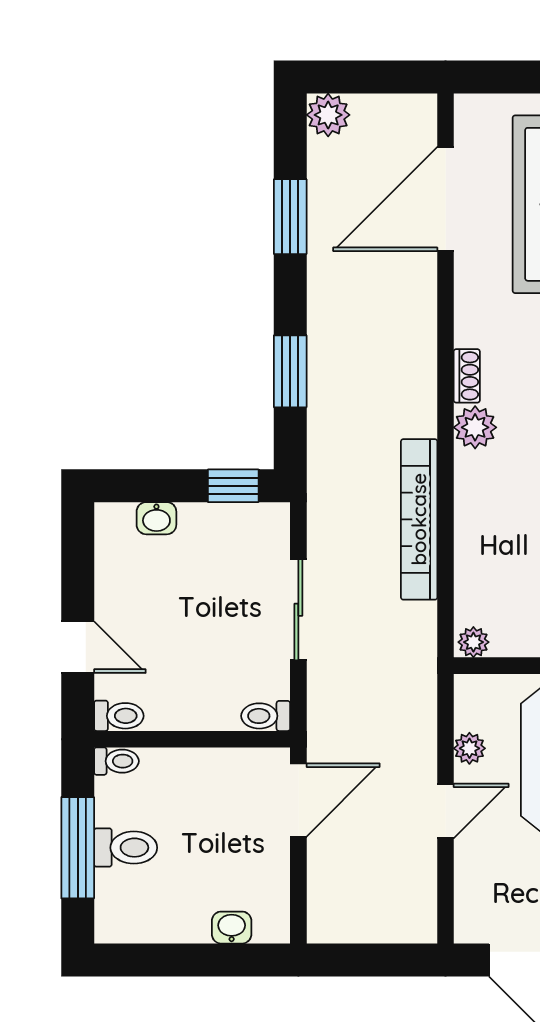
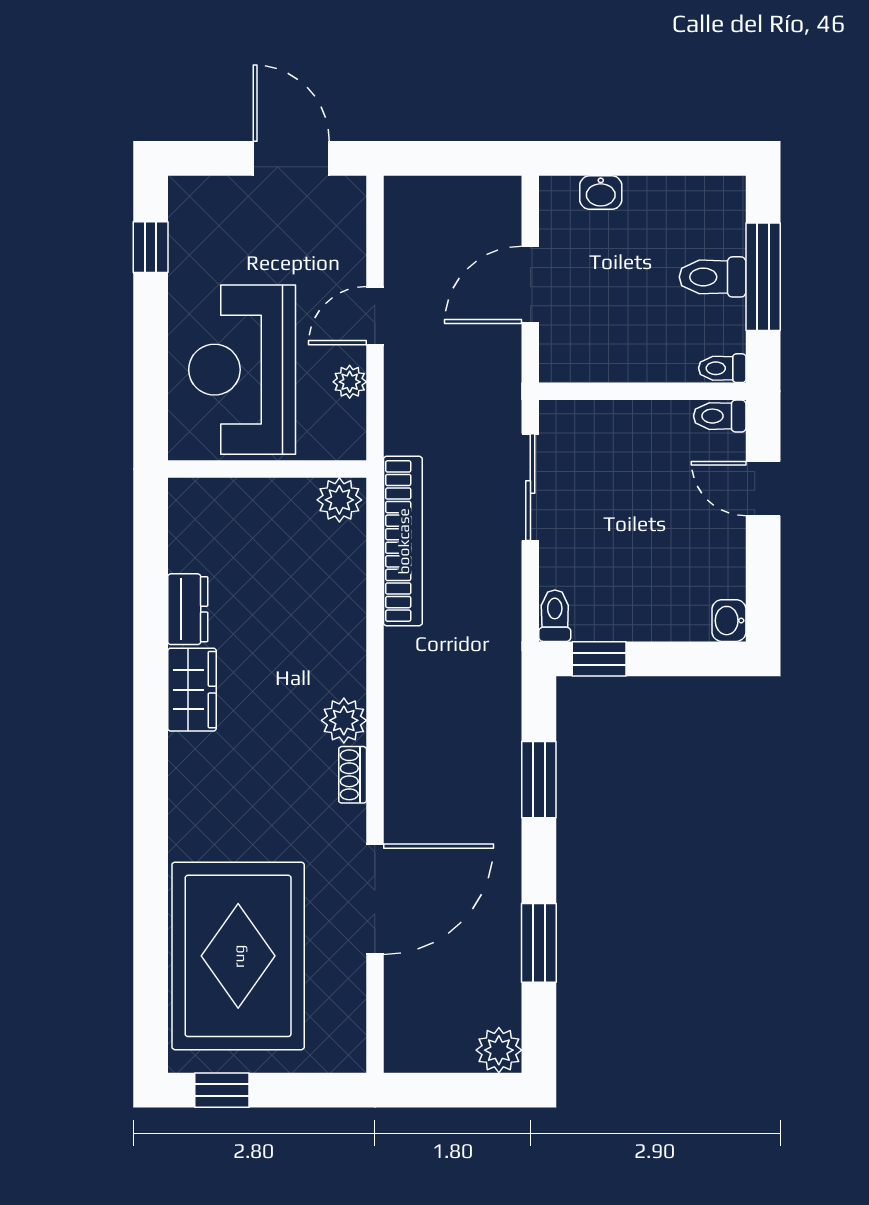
door: (446, 199) -> (375, 899), moved
washbasin: (156, 518) -> (729, 621), moved, turned -90
bookcase: (419, 519) -> (403, 541), moved
sliding door: (298, 610) -> (530, 487), moved
plant: (473, 642) -> (339, 500), width x1.38, depth x1.38
toilet: (266, 716) -> (555, 616), moved, turned -90
door: (298, 800) -> (530, 285), moved

